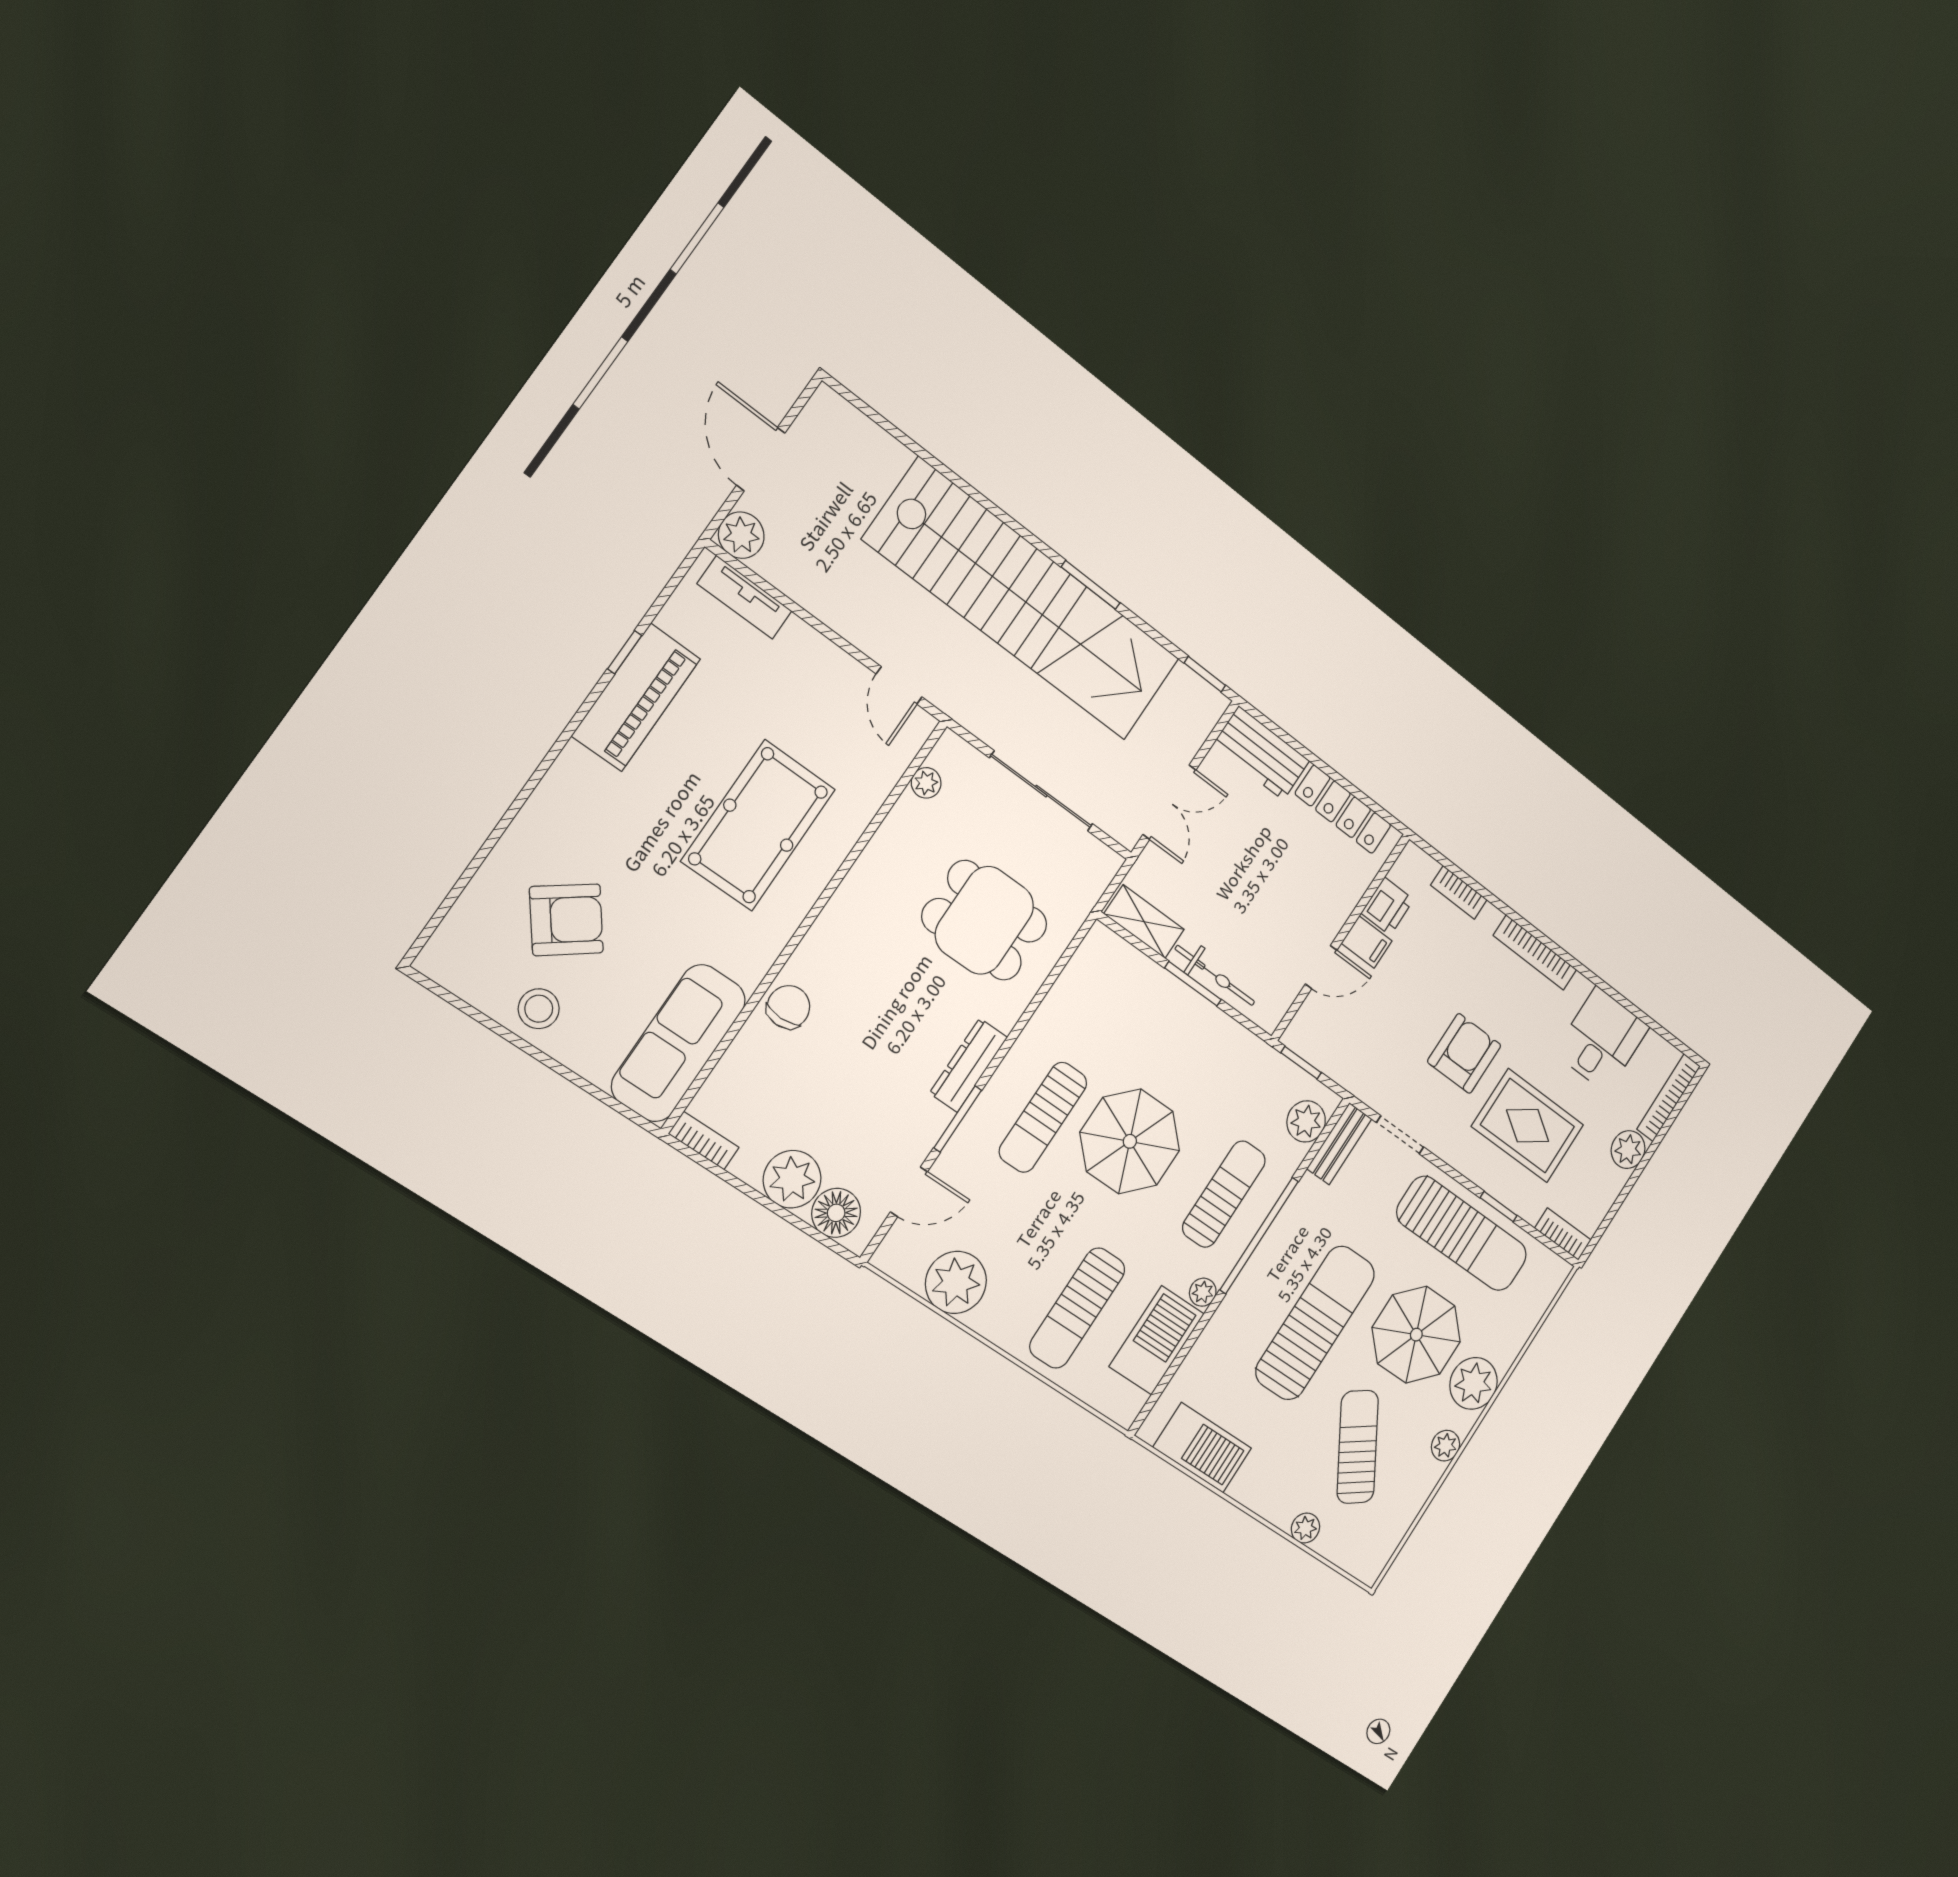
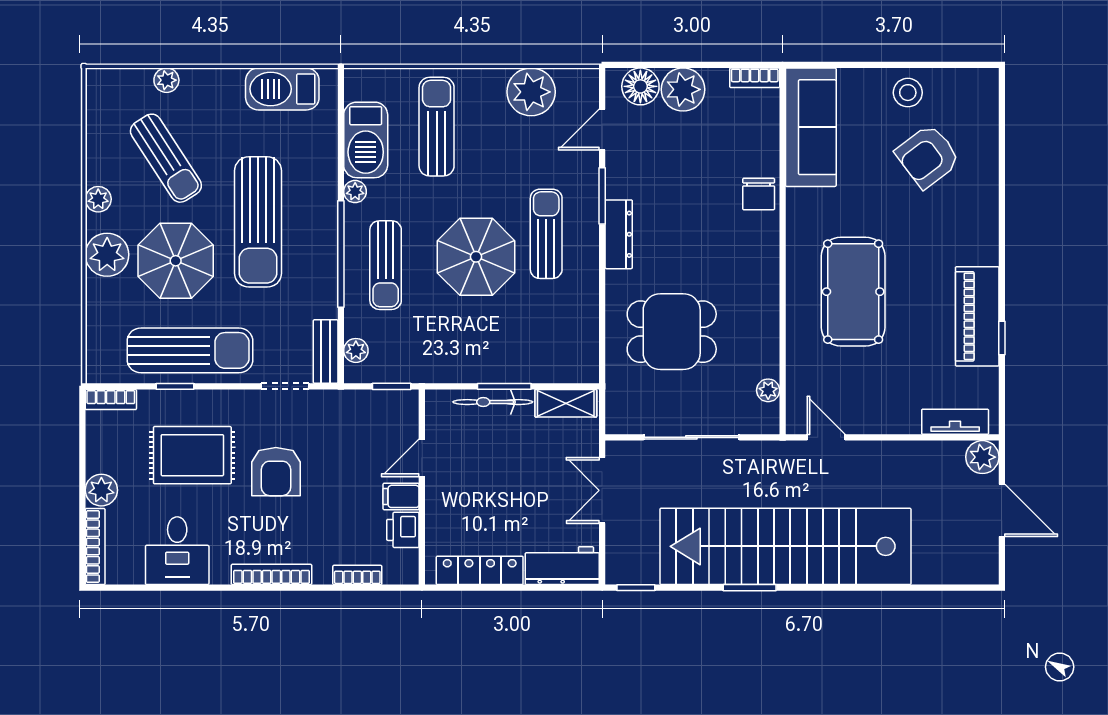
plant: (1306, 1121) -> (356, 350), width x0.73, depth x0.73
sun lounger: (1462, 1234) -> (190, 350), turned 180

